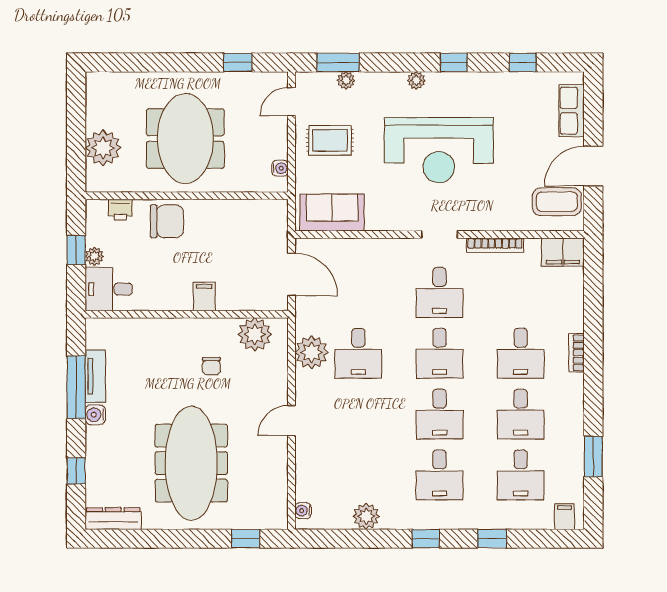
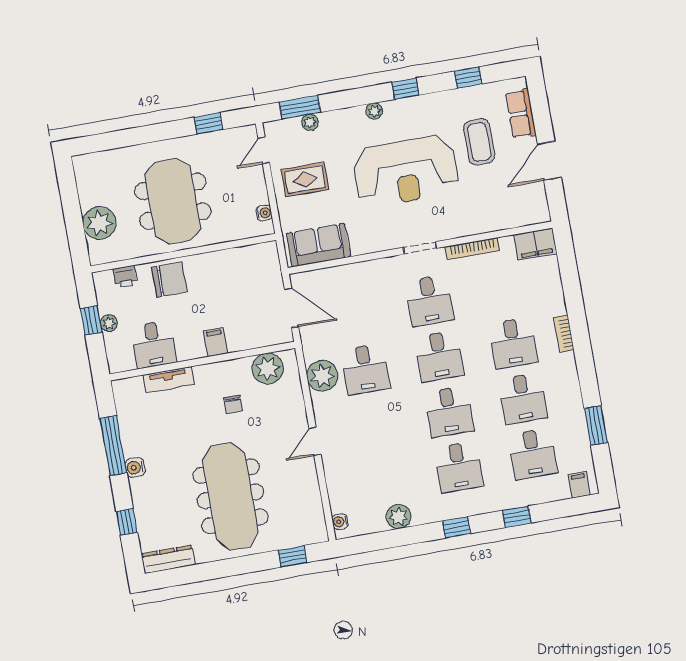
coffee table: (557, 202) -> (479, 142), moved, turned 90
desk: (109, 289) -> (154, 344), moved, turned -90
tv unit: (95, 376) -> (168, 380), moved, turned 90

